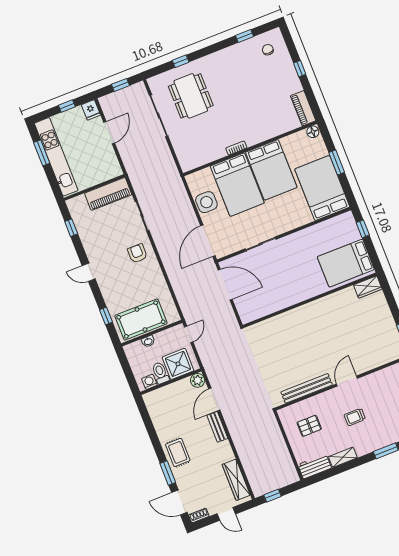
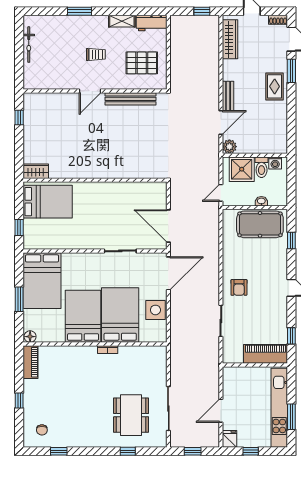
piano: (108, 194) -> (266, 354), moved
pallet: (309, 426) -> (142, 63), width x1.50, depth x1.42

